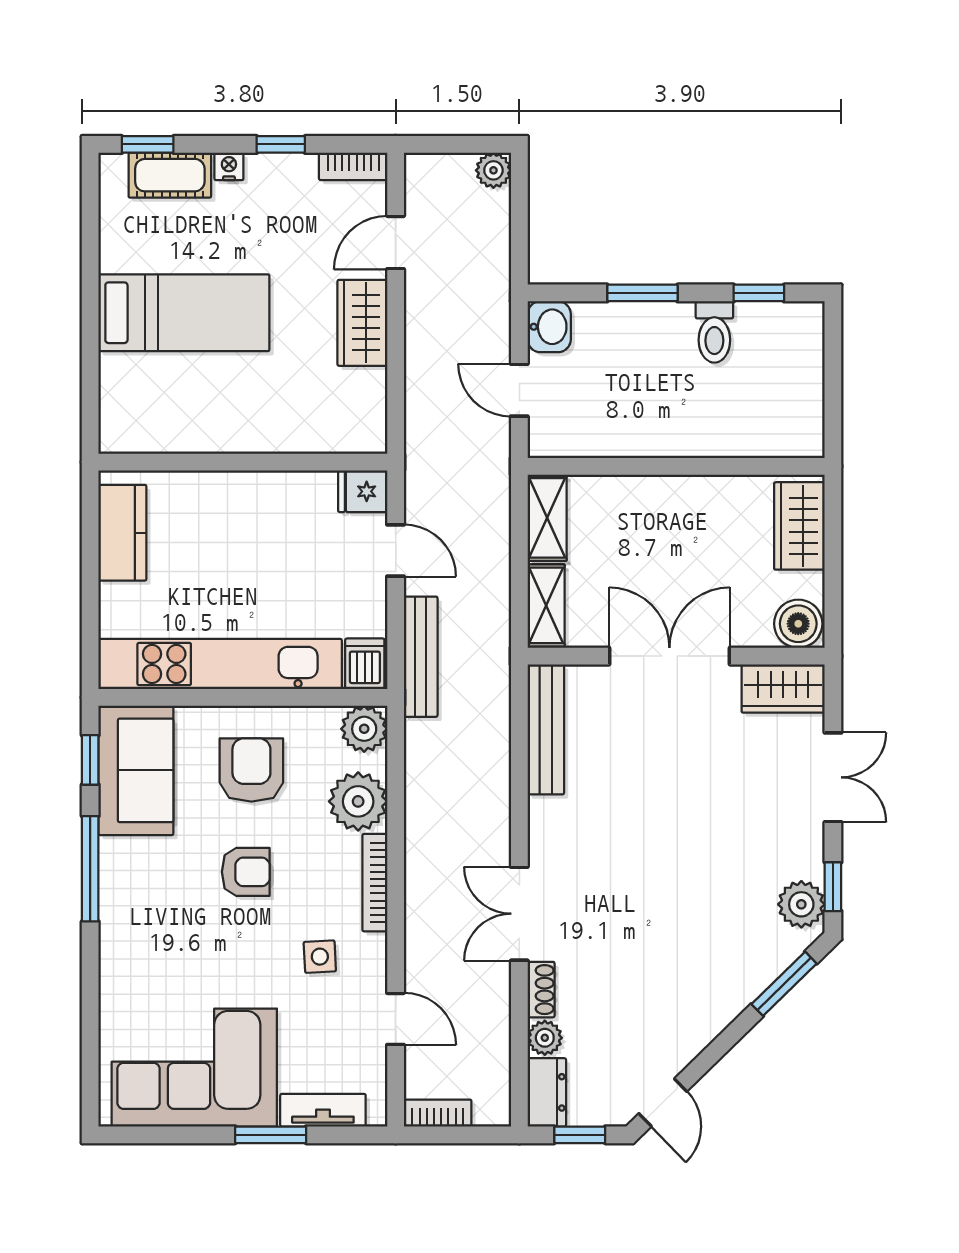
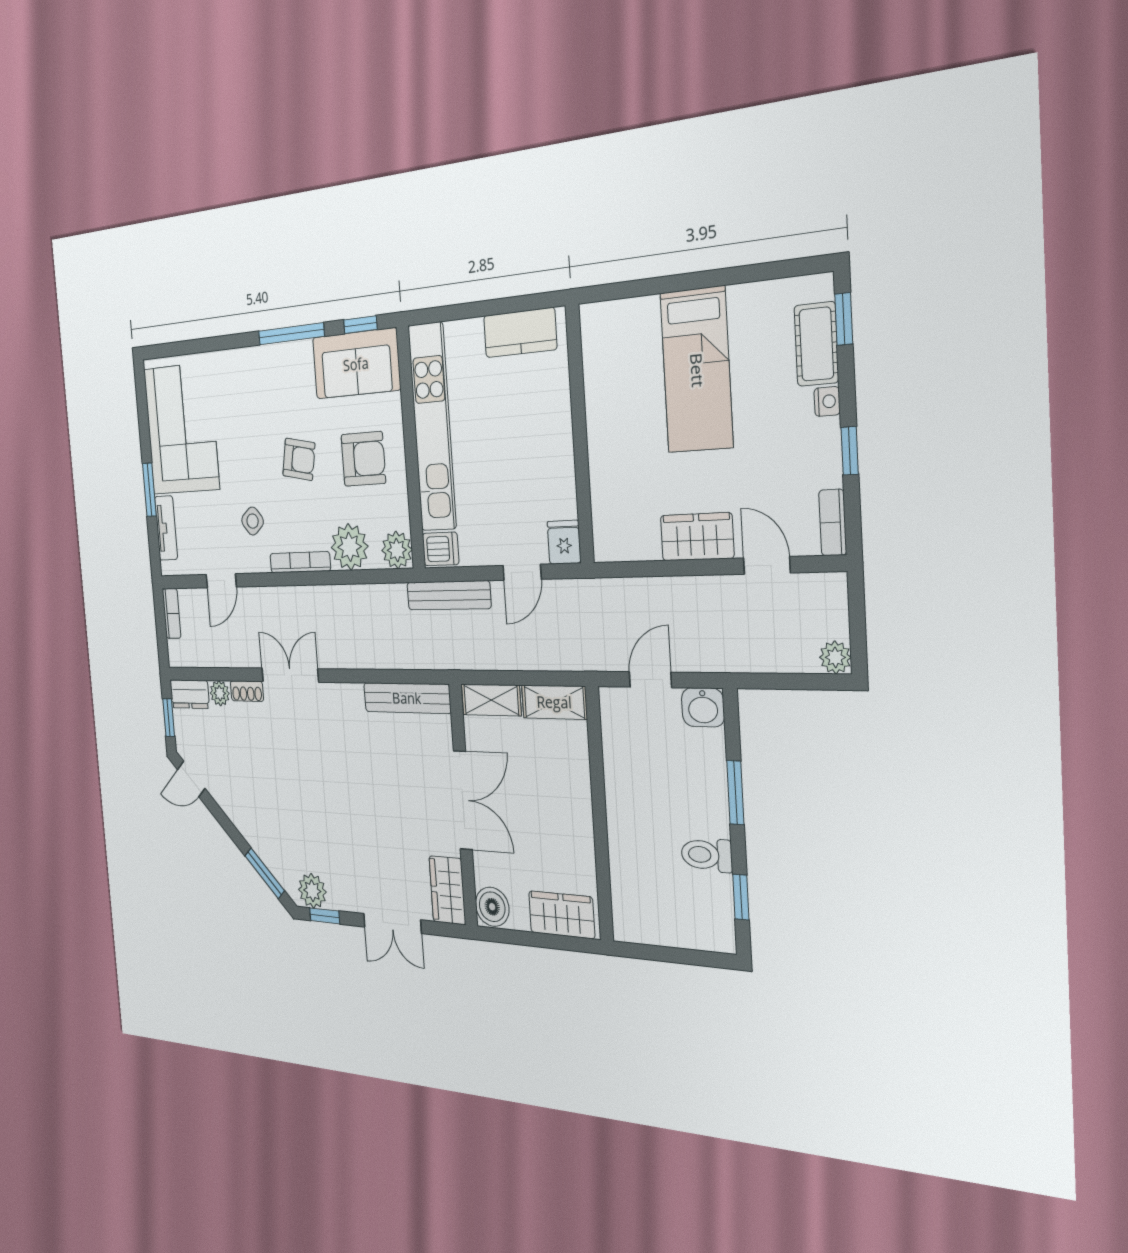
armchair: (246, 872) -> (299, 459), turned -79
side table: (320, 957) -> (253, 521), turned -37

